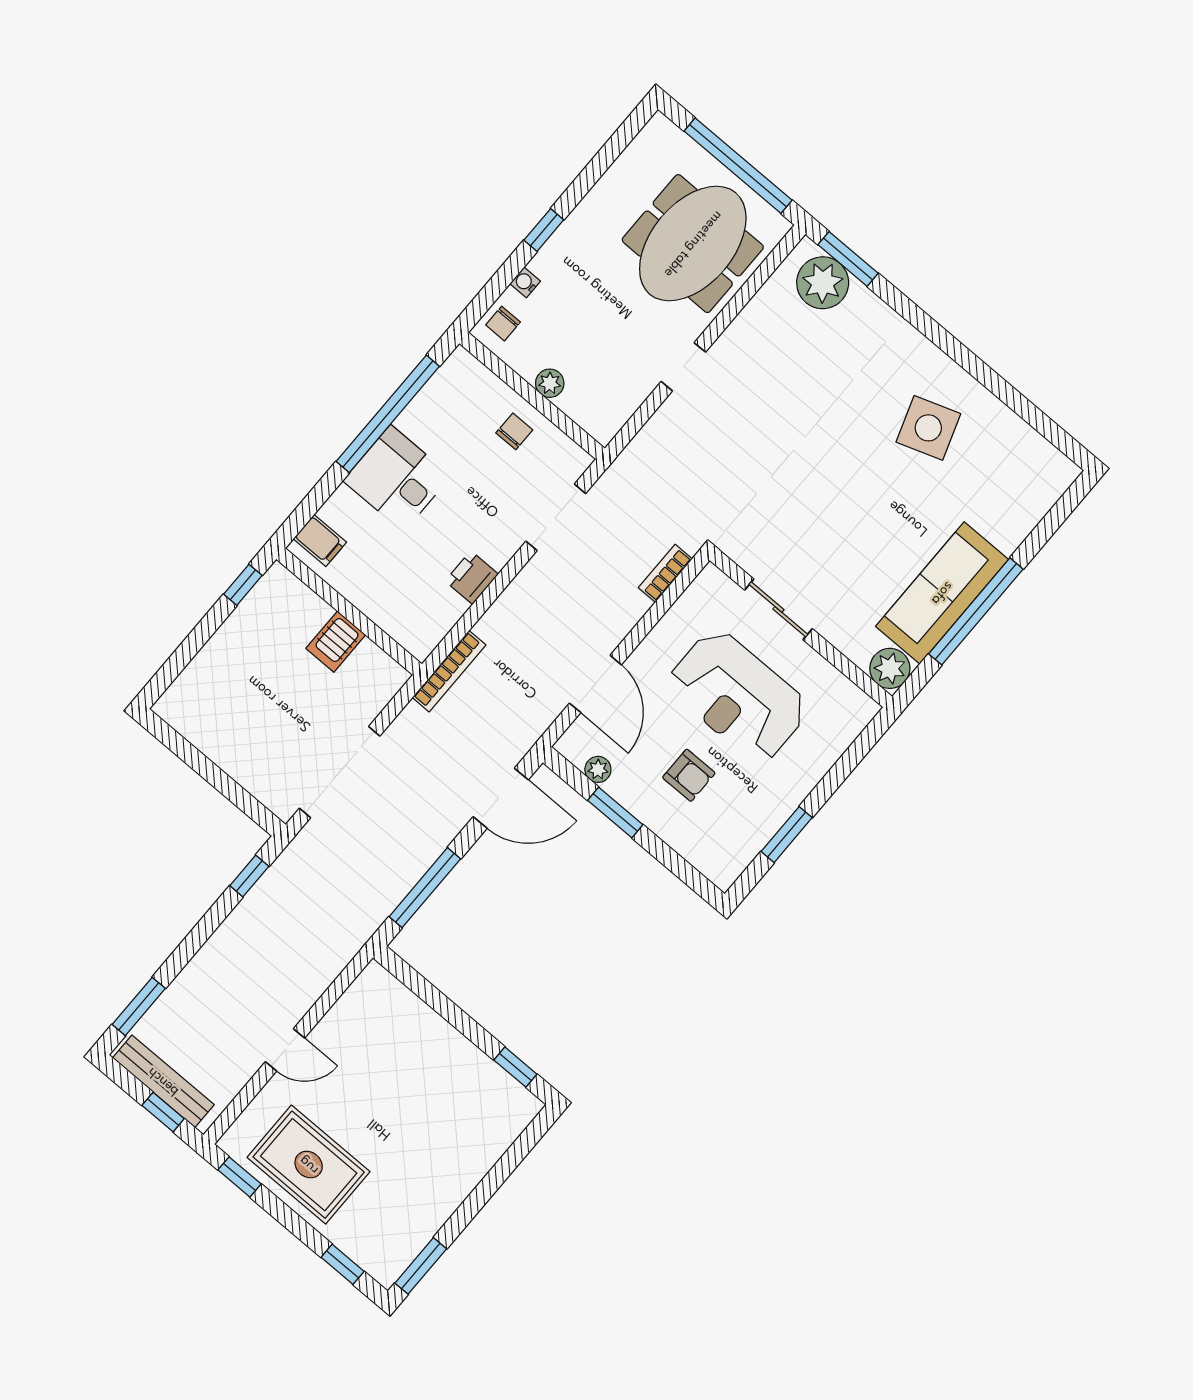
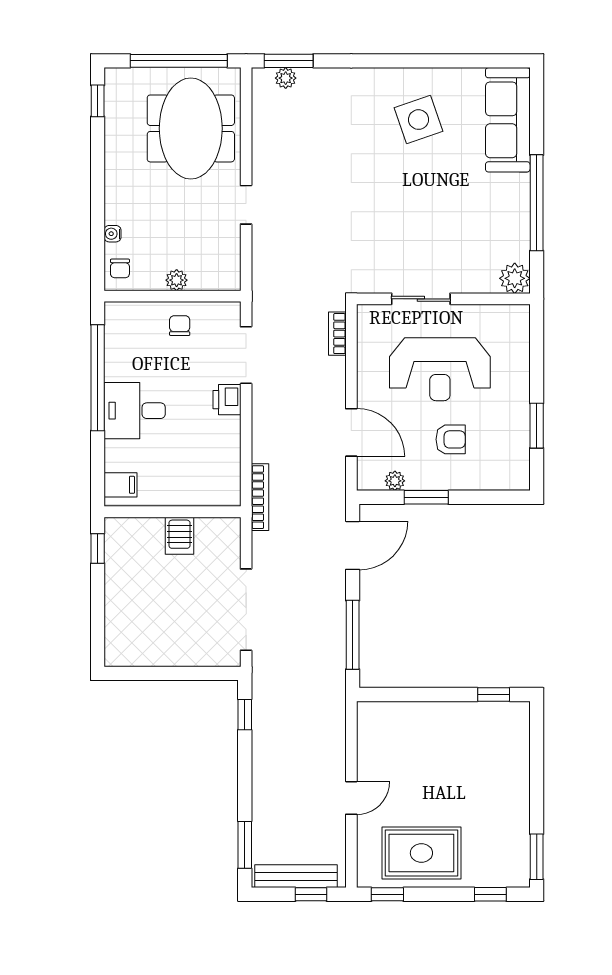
window: (544, 230) -> (98, 101), moved
plant: (823, 283) -> (286, 78), width x0.53, depth x0.53
printer: (472, 578) -> (227, 400), moved
sofa: (942, 593) -> (508, 120), moved

